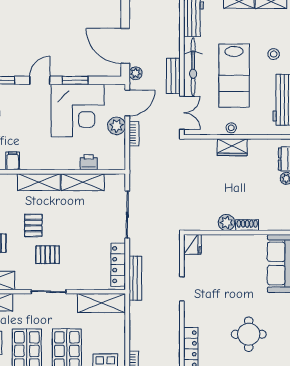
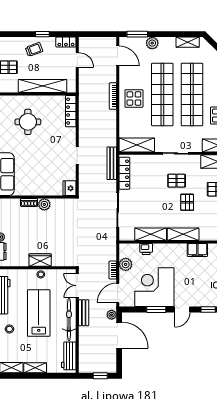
plant: (117, 126) -> (126, 264), moved
filing cabinet: (13, 161) -> (197, 250), width x2.00

